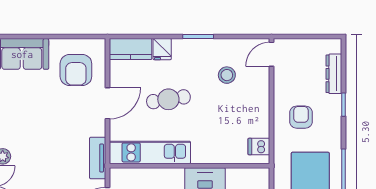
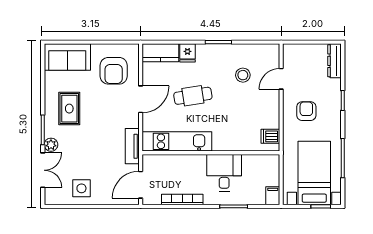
door: (272, 54) -> (281, 79), moved
dresser: (334, 74) -> (334, 61), moved
rug: (24, 114) -> (69, 109), added

